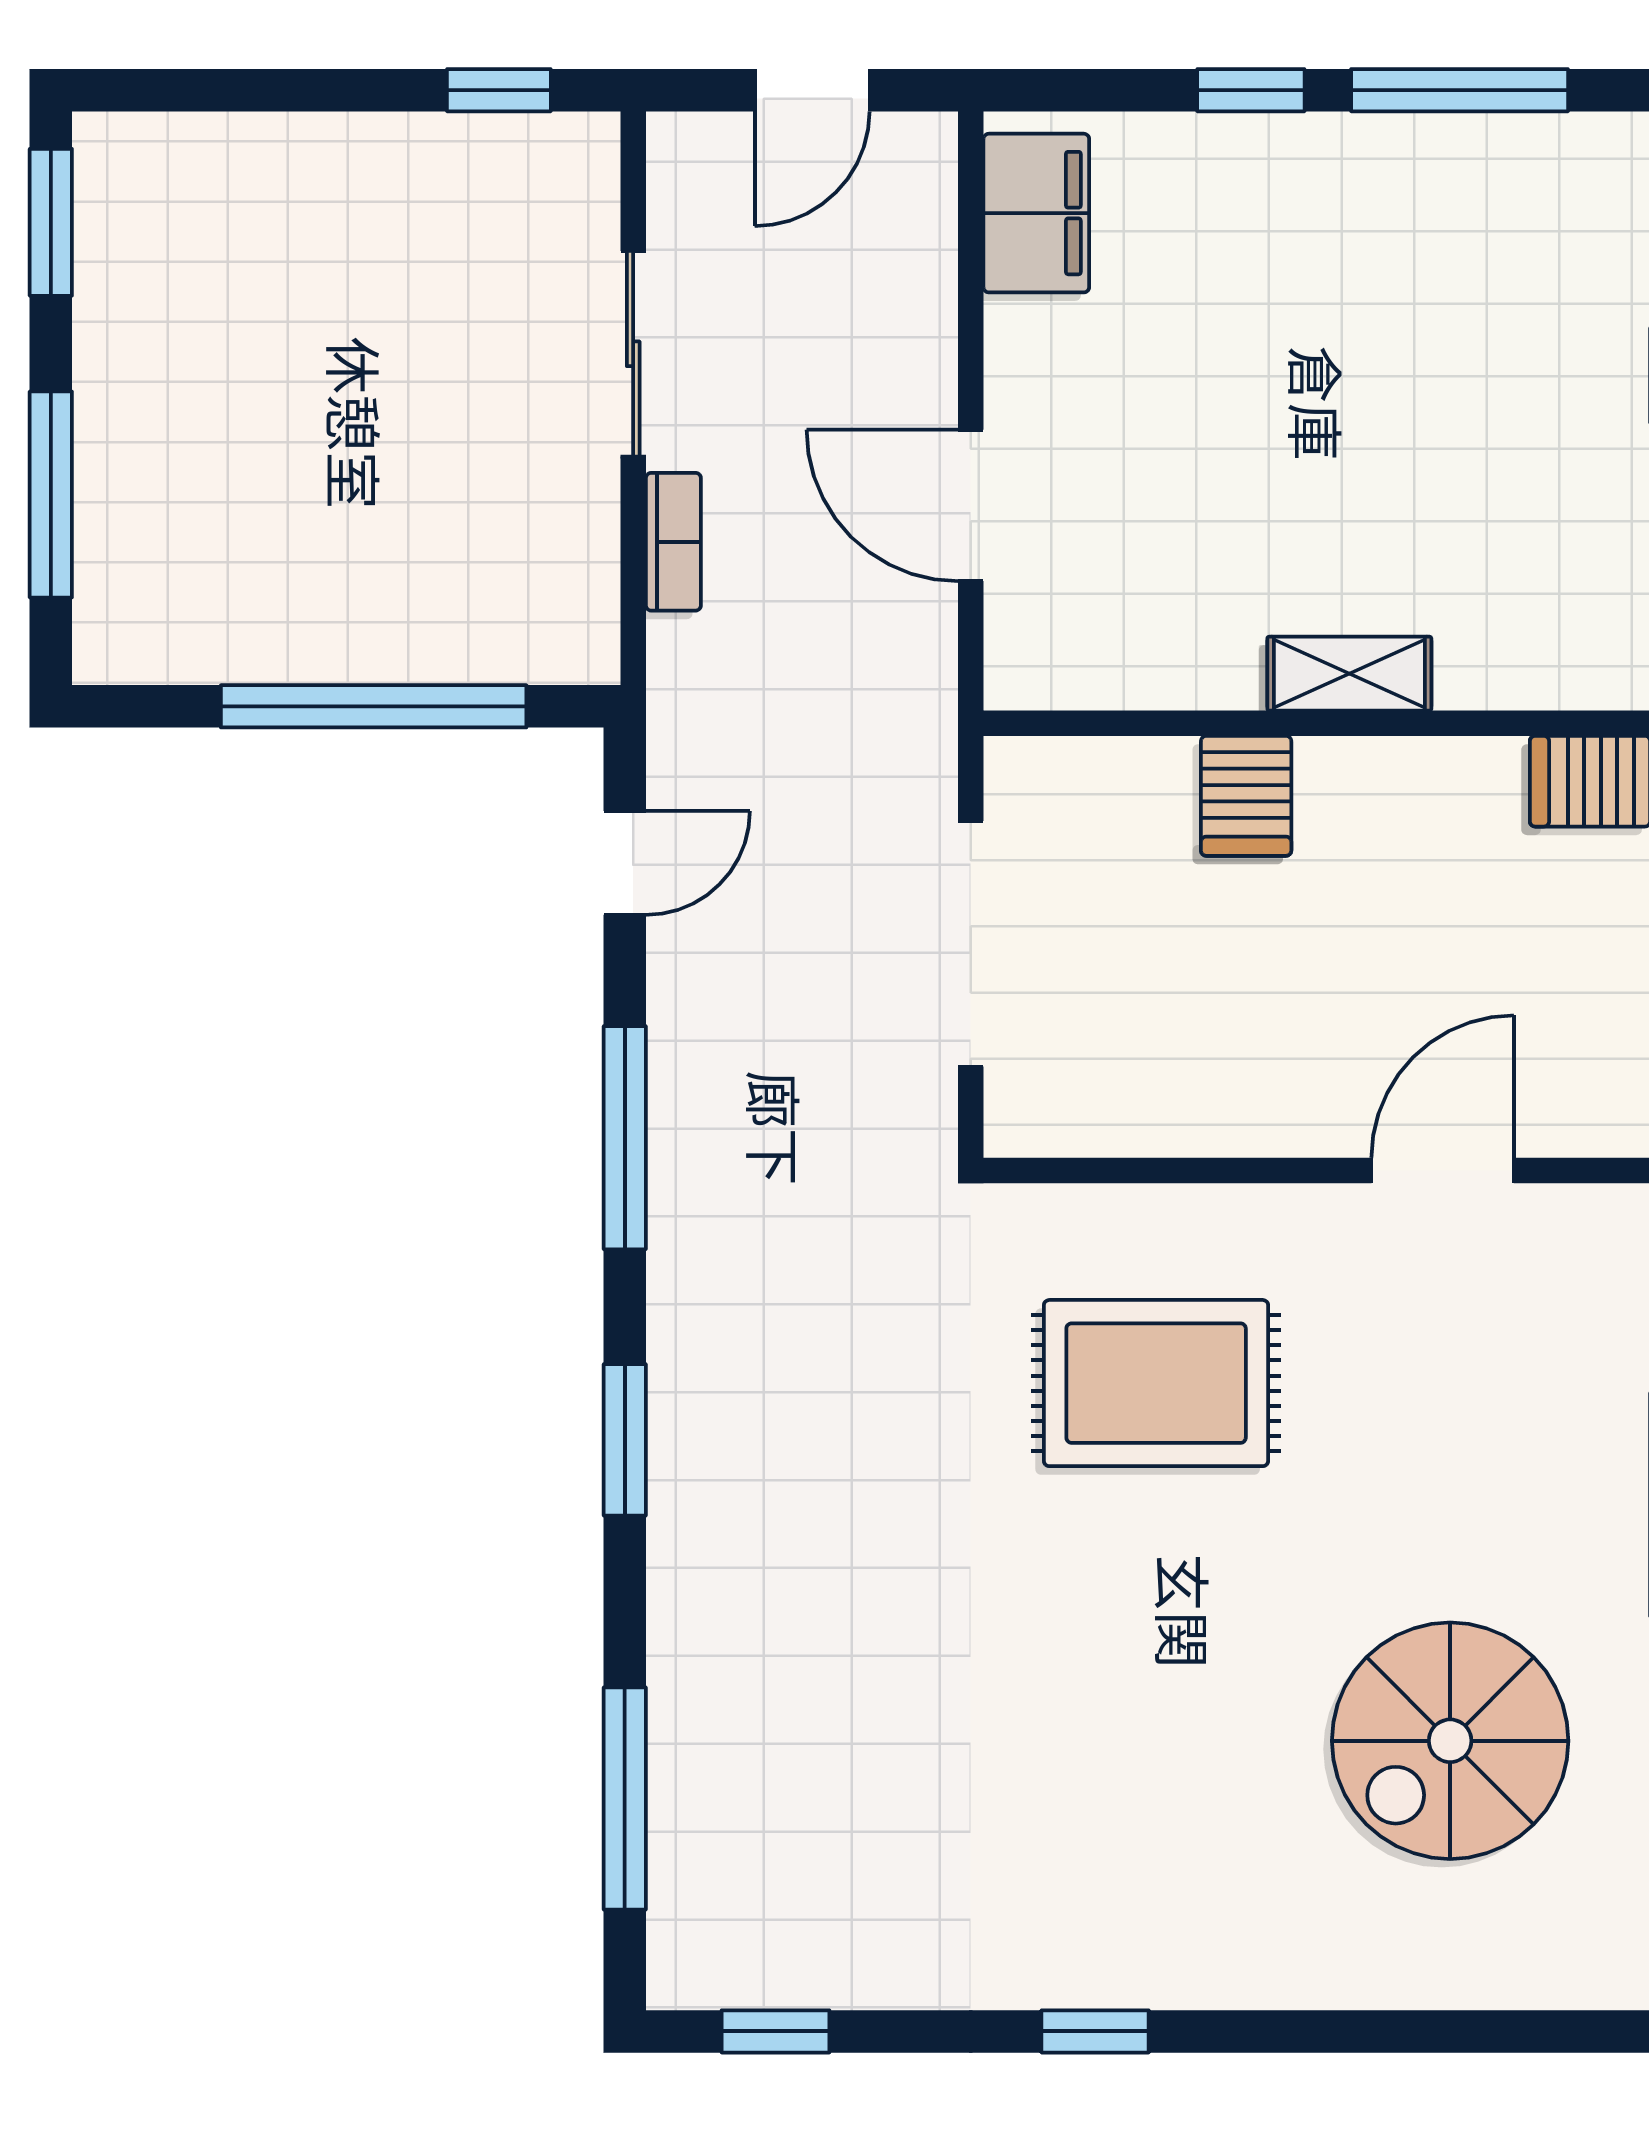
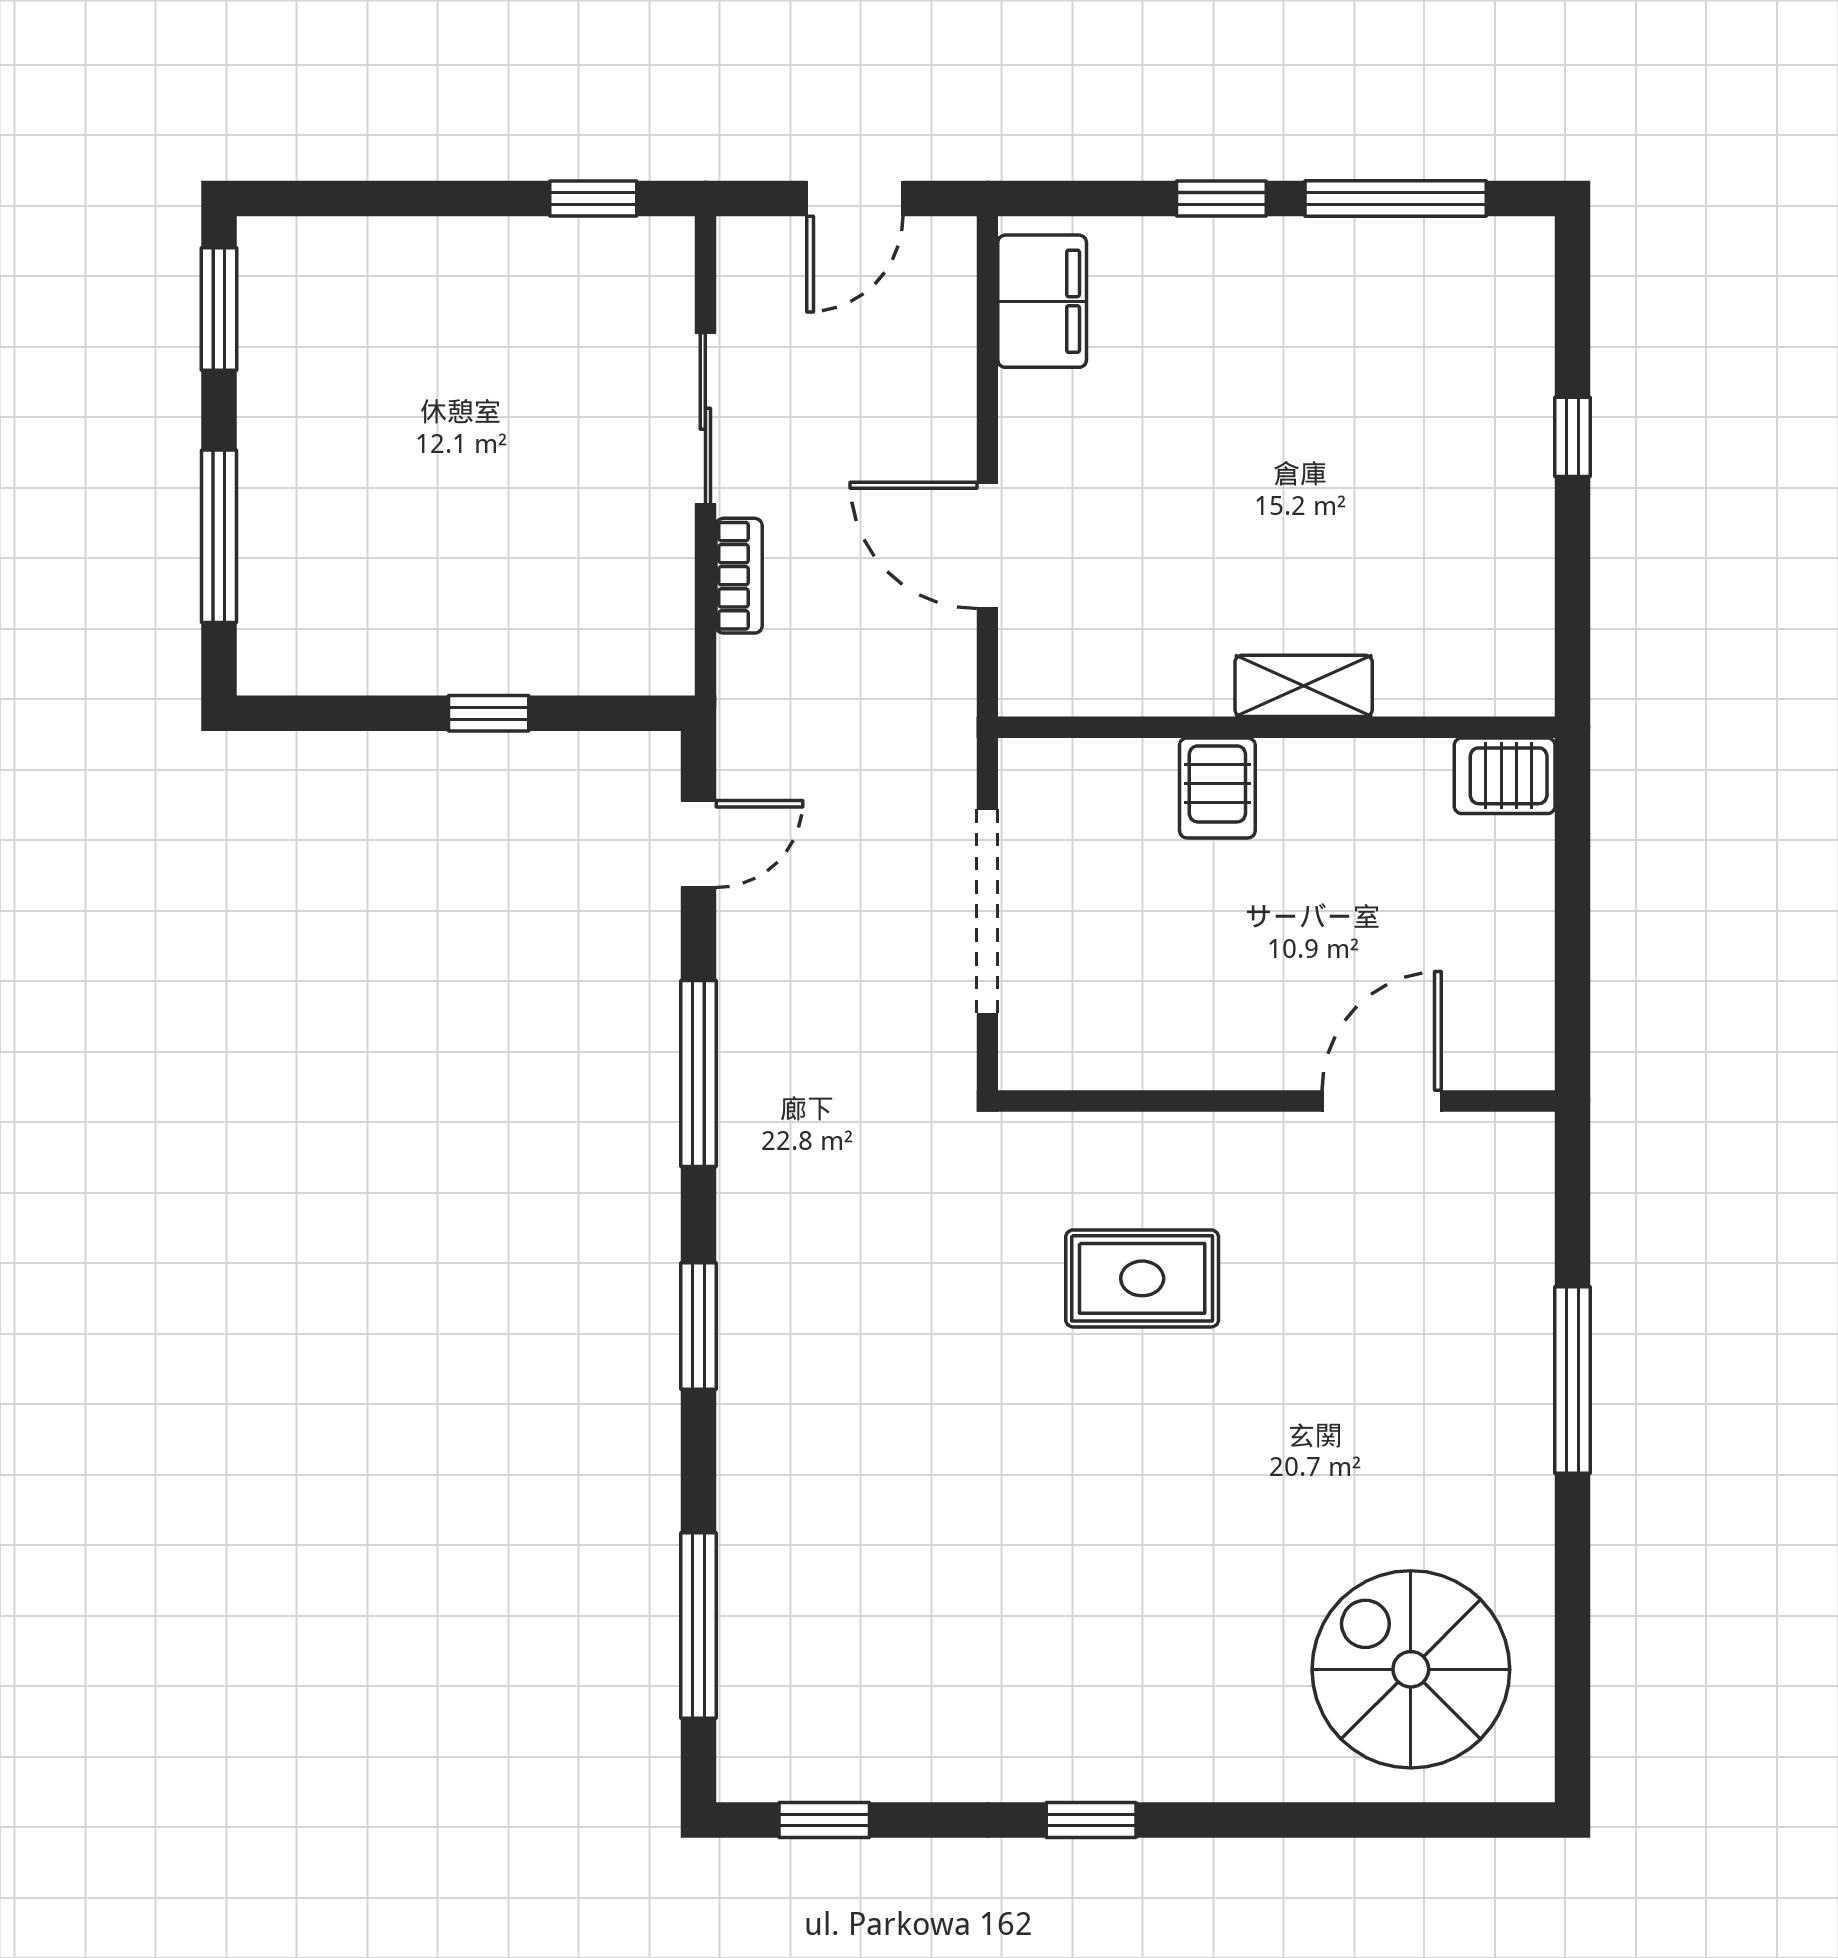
window: (374, 706) -> (489, 713), width x0.32
rug: (1156, 1383) -> (1142, 1278), width x0.73, depth x0.70
spiral stairs: (1450, 1741) -> (1411, 1669), moved, turned 90

